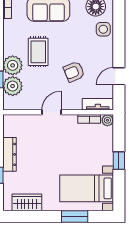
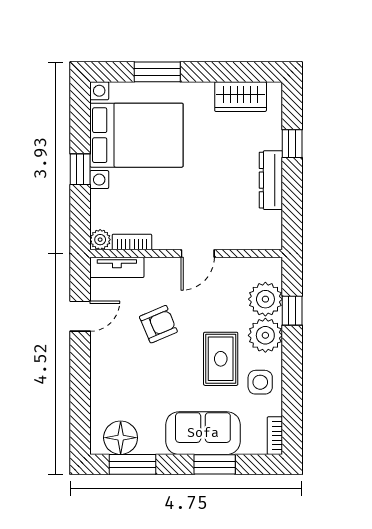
side table: (103, 29) -> (260, 382), moved
bed with nightstands: (87, 188) -> (136, 135), width x1.36

